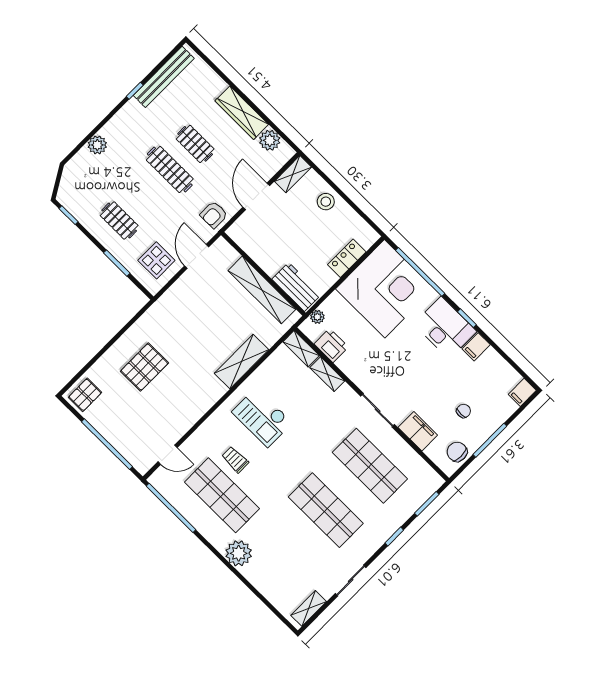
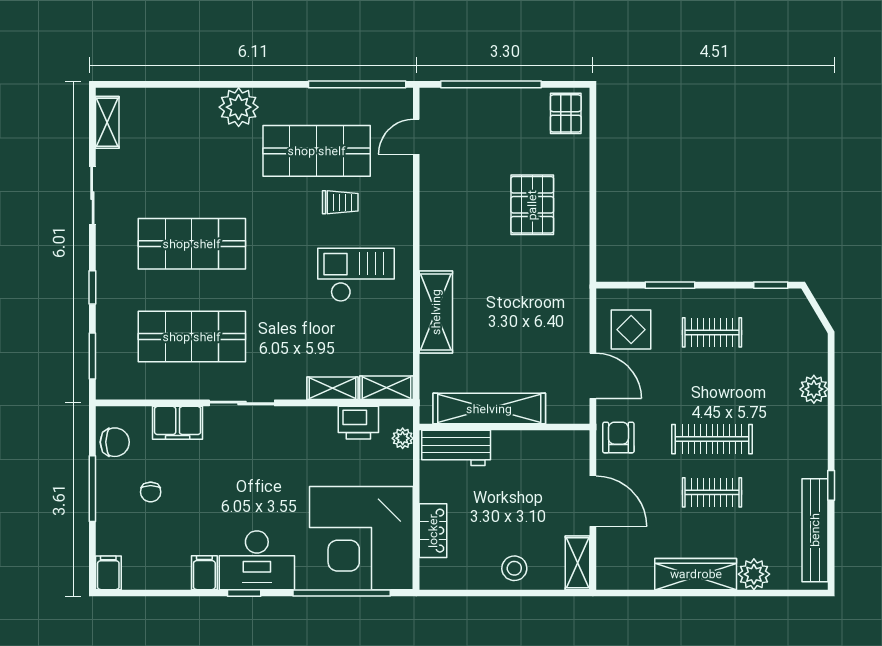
plant: (270, 140) -> (754, 574), moved

